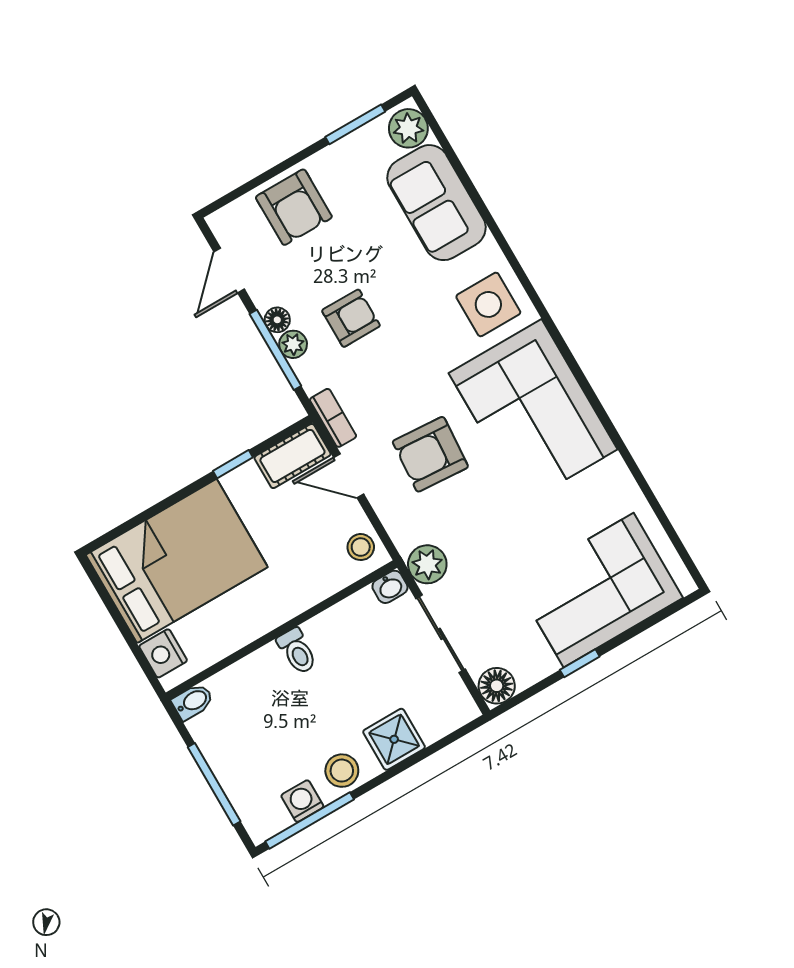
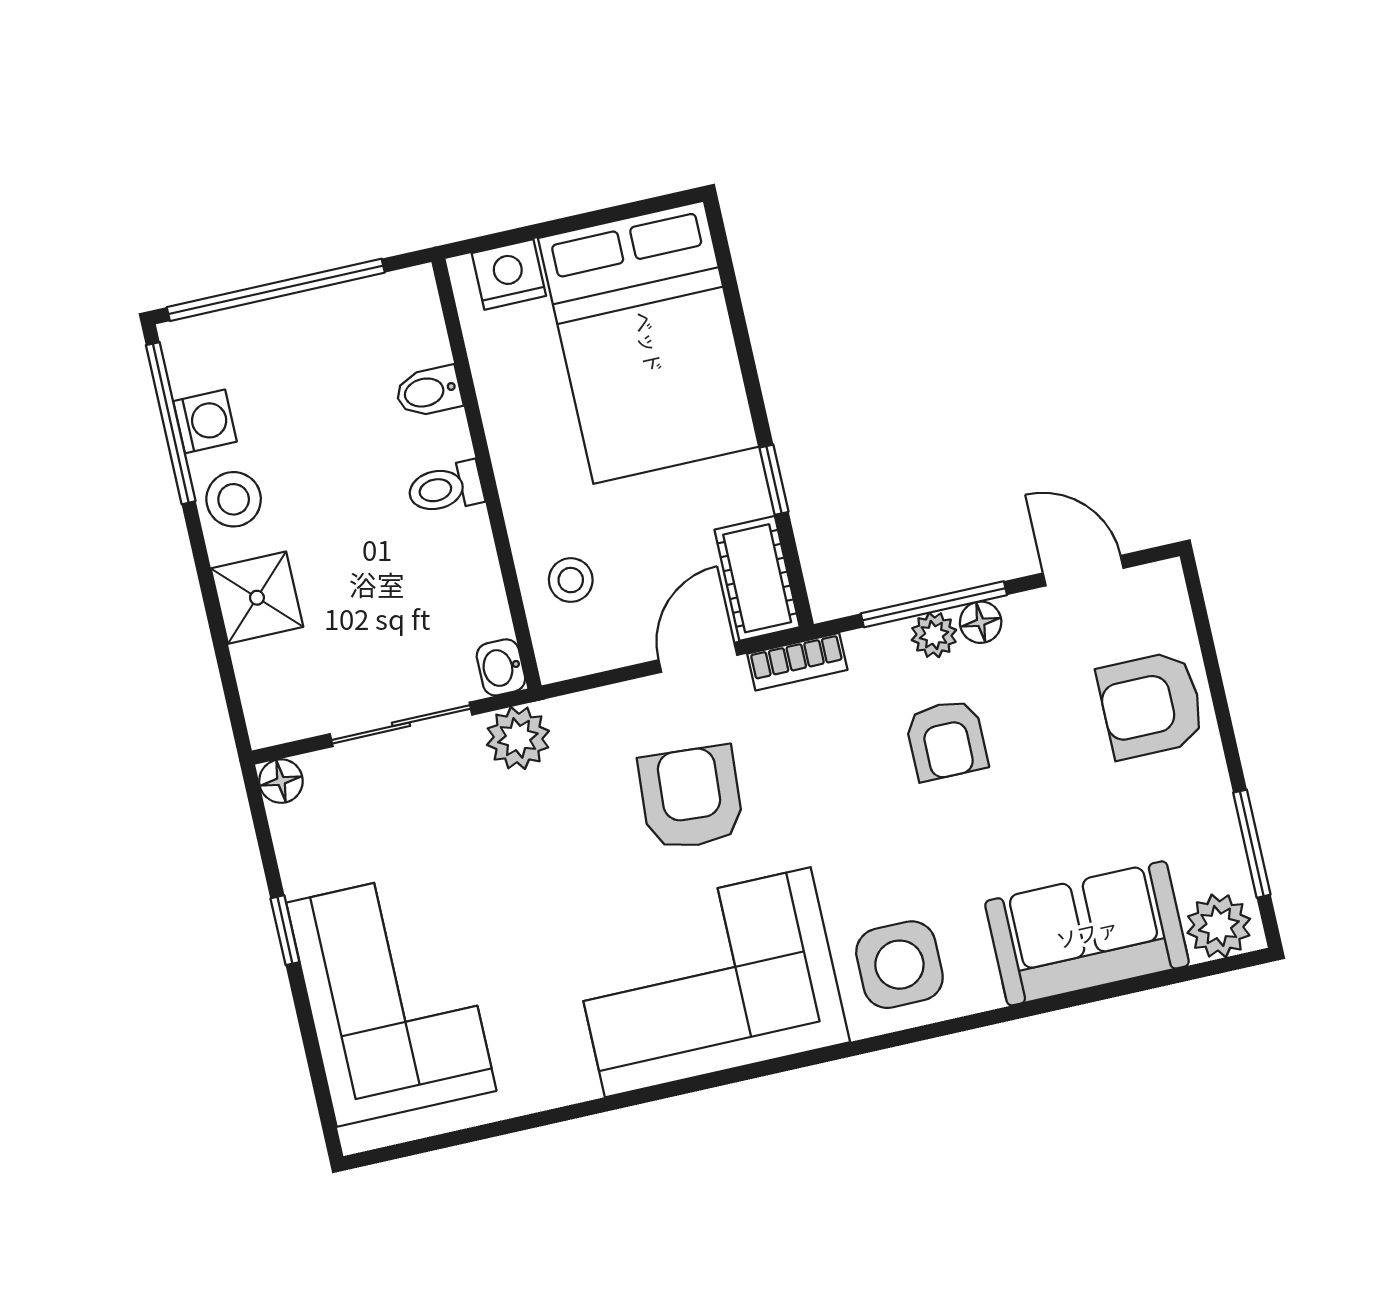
stool: (361, 547) -> (571, 580), moved
floor lamp: (497, 686) -> (281, 781), width x0.73, depth x0.73
bidet: (193, 702) -> (428, 392), moved, turned 90
window: (214, 784) -> (276, 290), width x1.46

